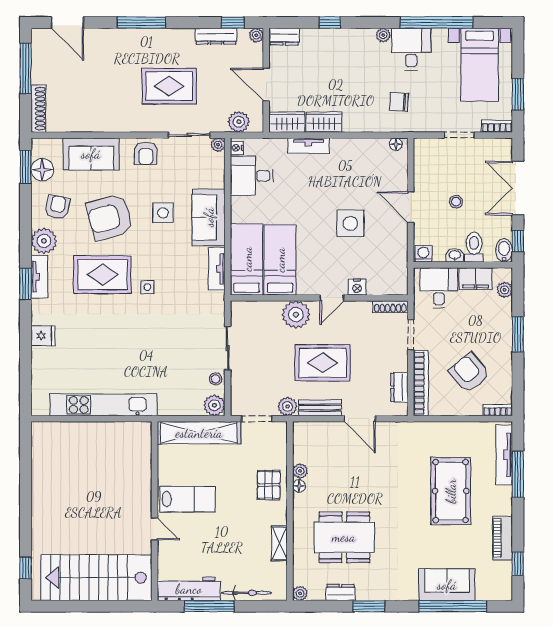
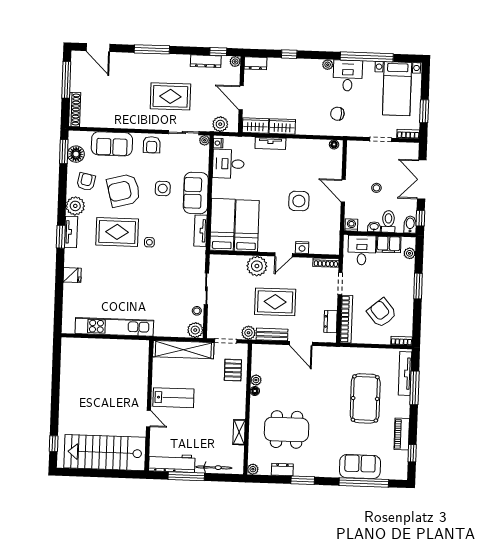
pallet: (269, 485) -> (233, 370), moved

